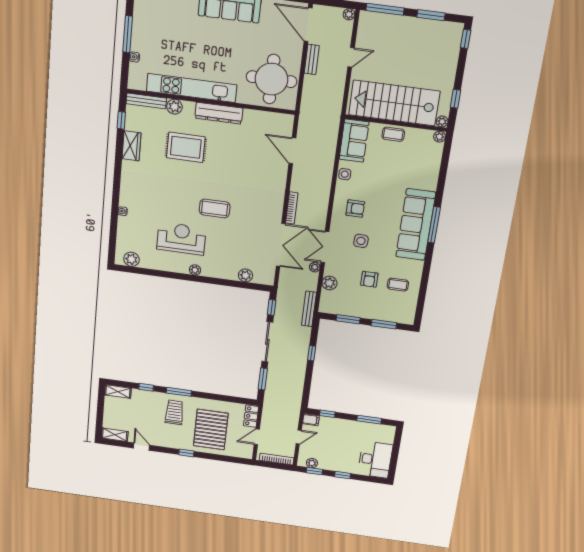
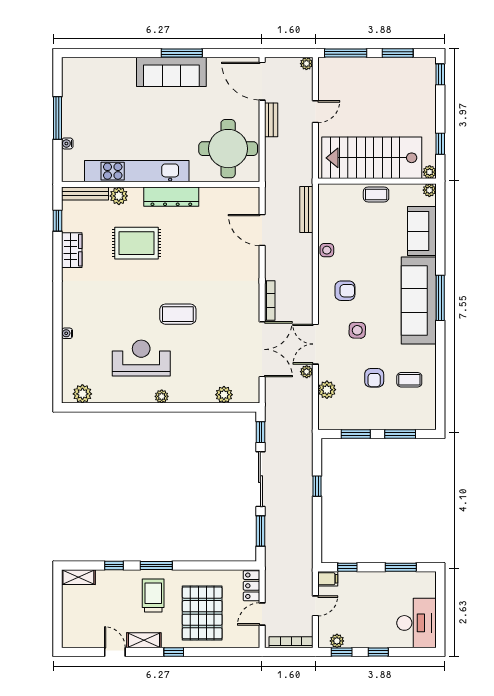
sofa: (354, 141) -> (422, 231), moved, turned 180
bench: (309, 309) -> (306, 209), moved
shelving: (115, 435) -> (144, 640), moved

